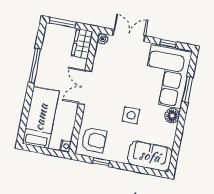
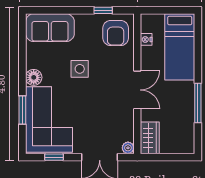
window: (63, 23) -> (176, 157), removed
armchair: (94, 140) -> (116, 33), turned -90
nightstand: (65, 146) -> (146, 39), moved

